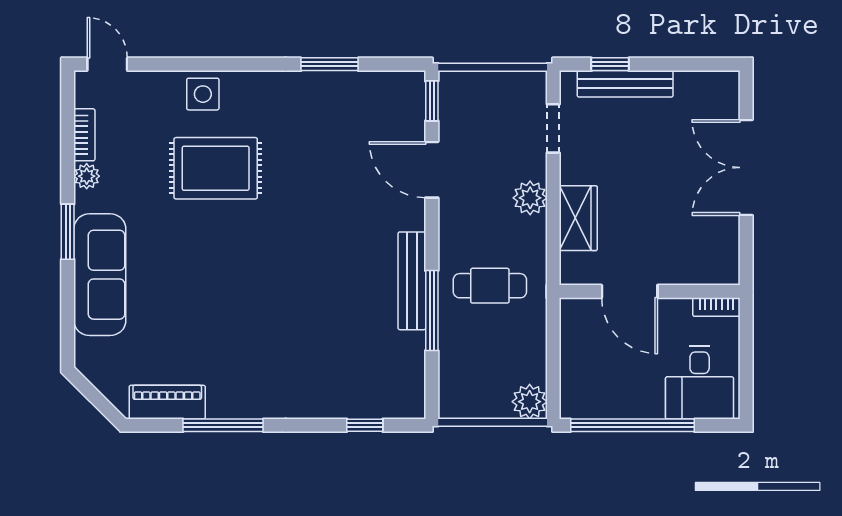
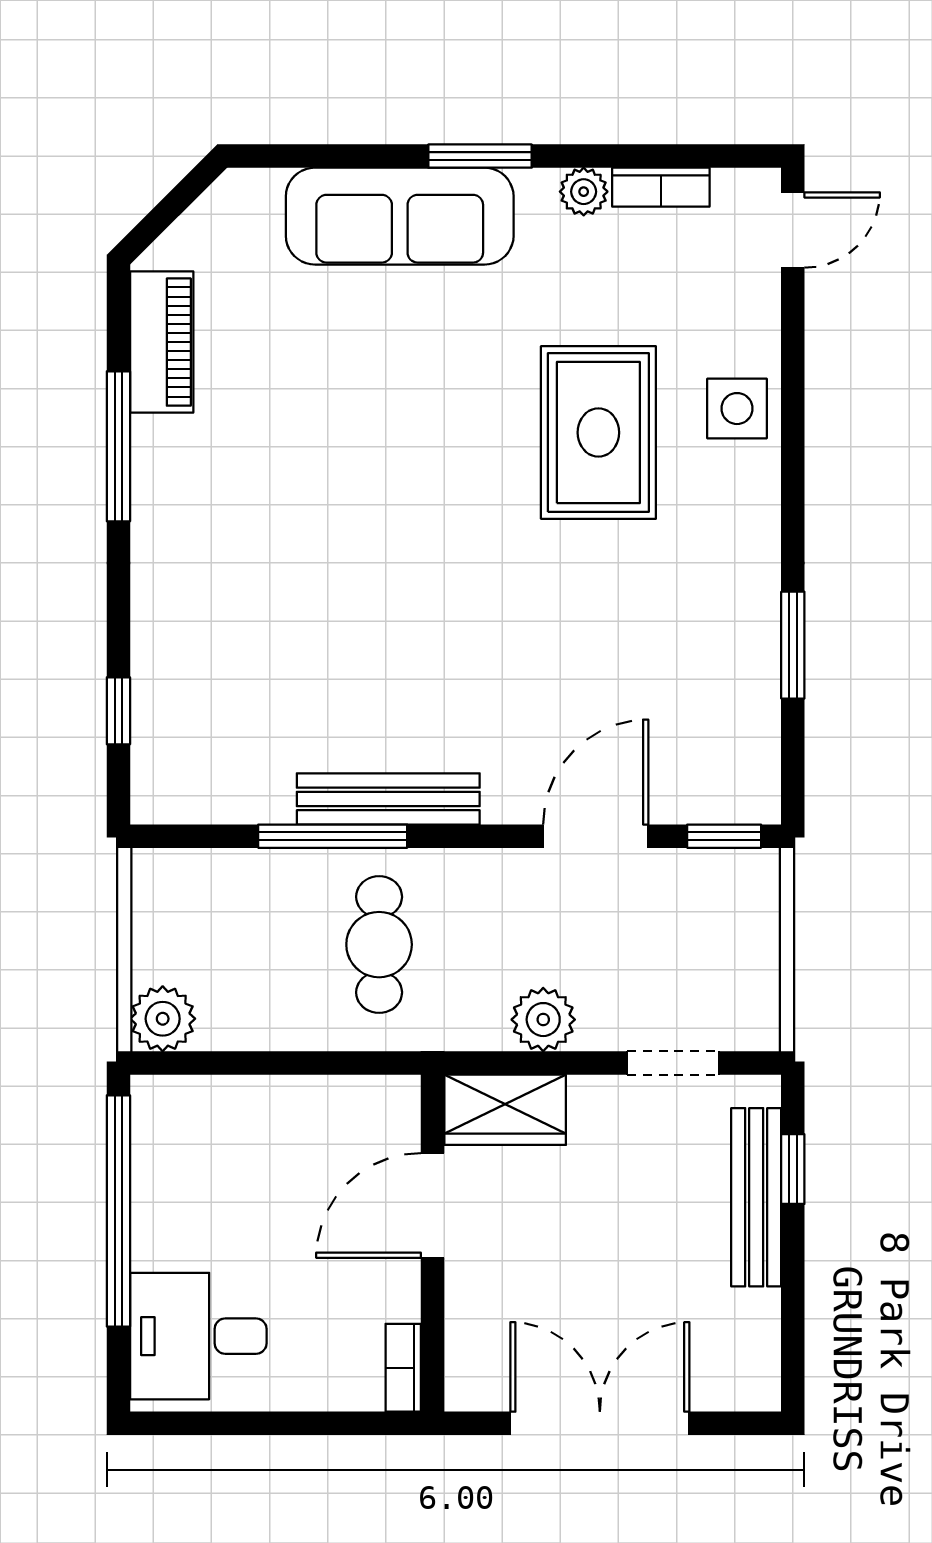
door: (630, 291) -> (432, 1205), moved
wall: (650, 291) -> (432, 1243), moved
bookcase: (716, 307) -> (403, 1368), moved

